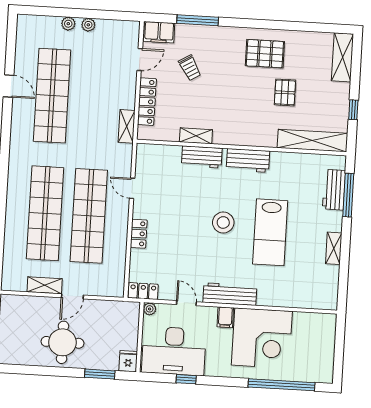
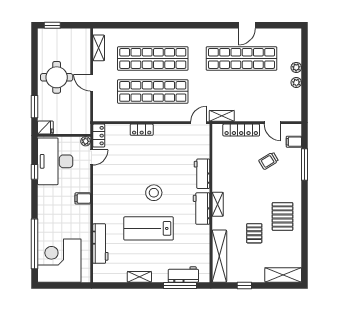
filing cabinet: (159, 32) -> (294, 142), width x0.50
pallet: (285, 92) -> (254, 233), turned 90
shelving: (196, 136) -> (218, 204), moved
door: (132, 188) -> (199, 123), moved
shelving: (45, 285) -> (99, 48), moved
workbench: (230, 294) -> (100, 244), moved
door: (186, 303) -> (92, 157), moved
corner desk: (262, 338) -> (59, 261), moved, turned 90

